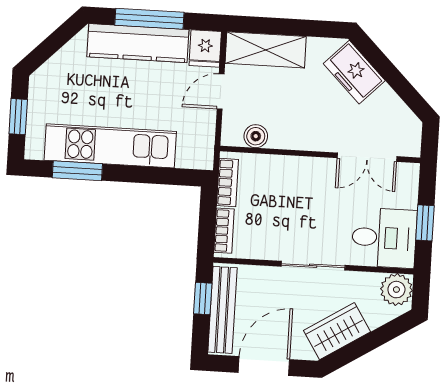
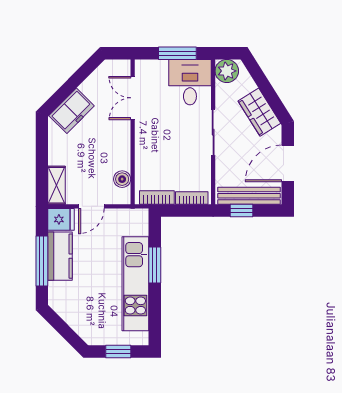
kitchen counter: (138, 43) -> (60, 256), width x0.67
shelving: (266, 50) -> (57, 185), width x0.67, depth x0.75
door: (221, 92) -> (91, 206), hinge flipped
double door: (367, 157) -> (133, 98), swing flipped
window: (77, 171) -> (155, 265), moved
window: (425, 223) -> (177, 53), width x1.50
door: (264, 366) -> (288, 163), hinge flipped

